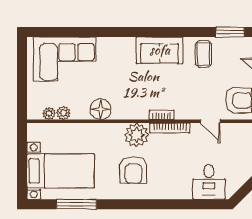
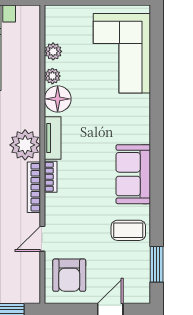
plant: (49, 113) -> (52, 76), moved
tv unit: (131, 113) -> (53, 138), added

